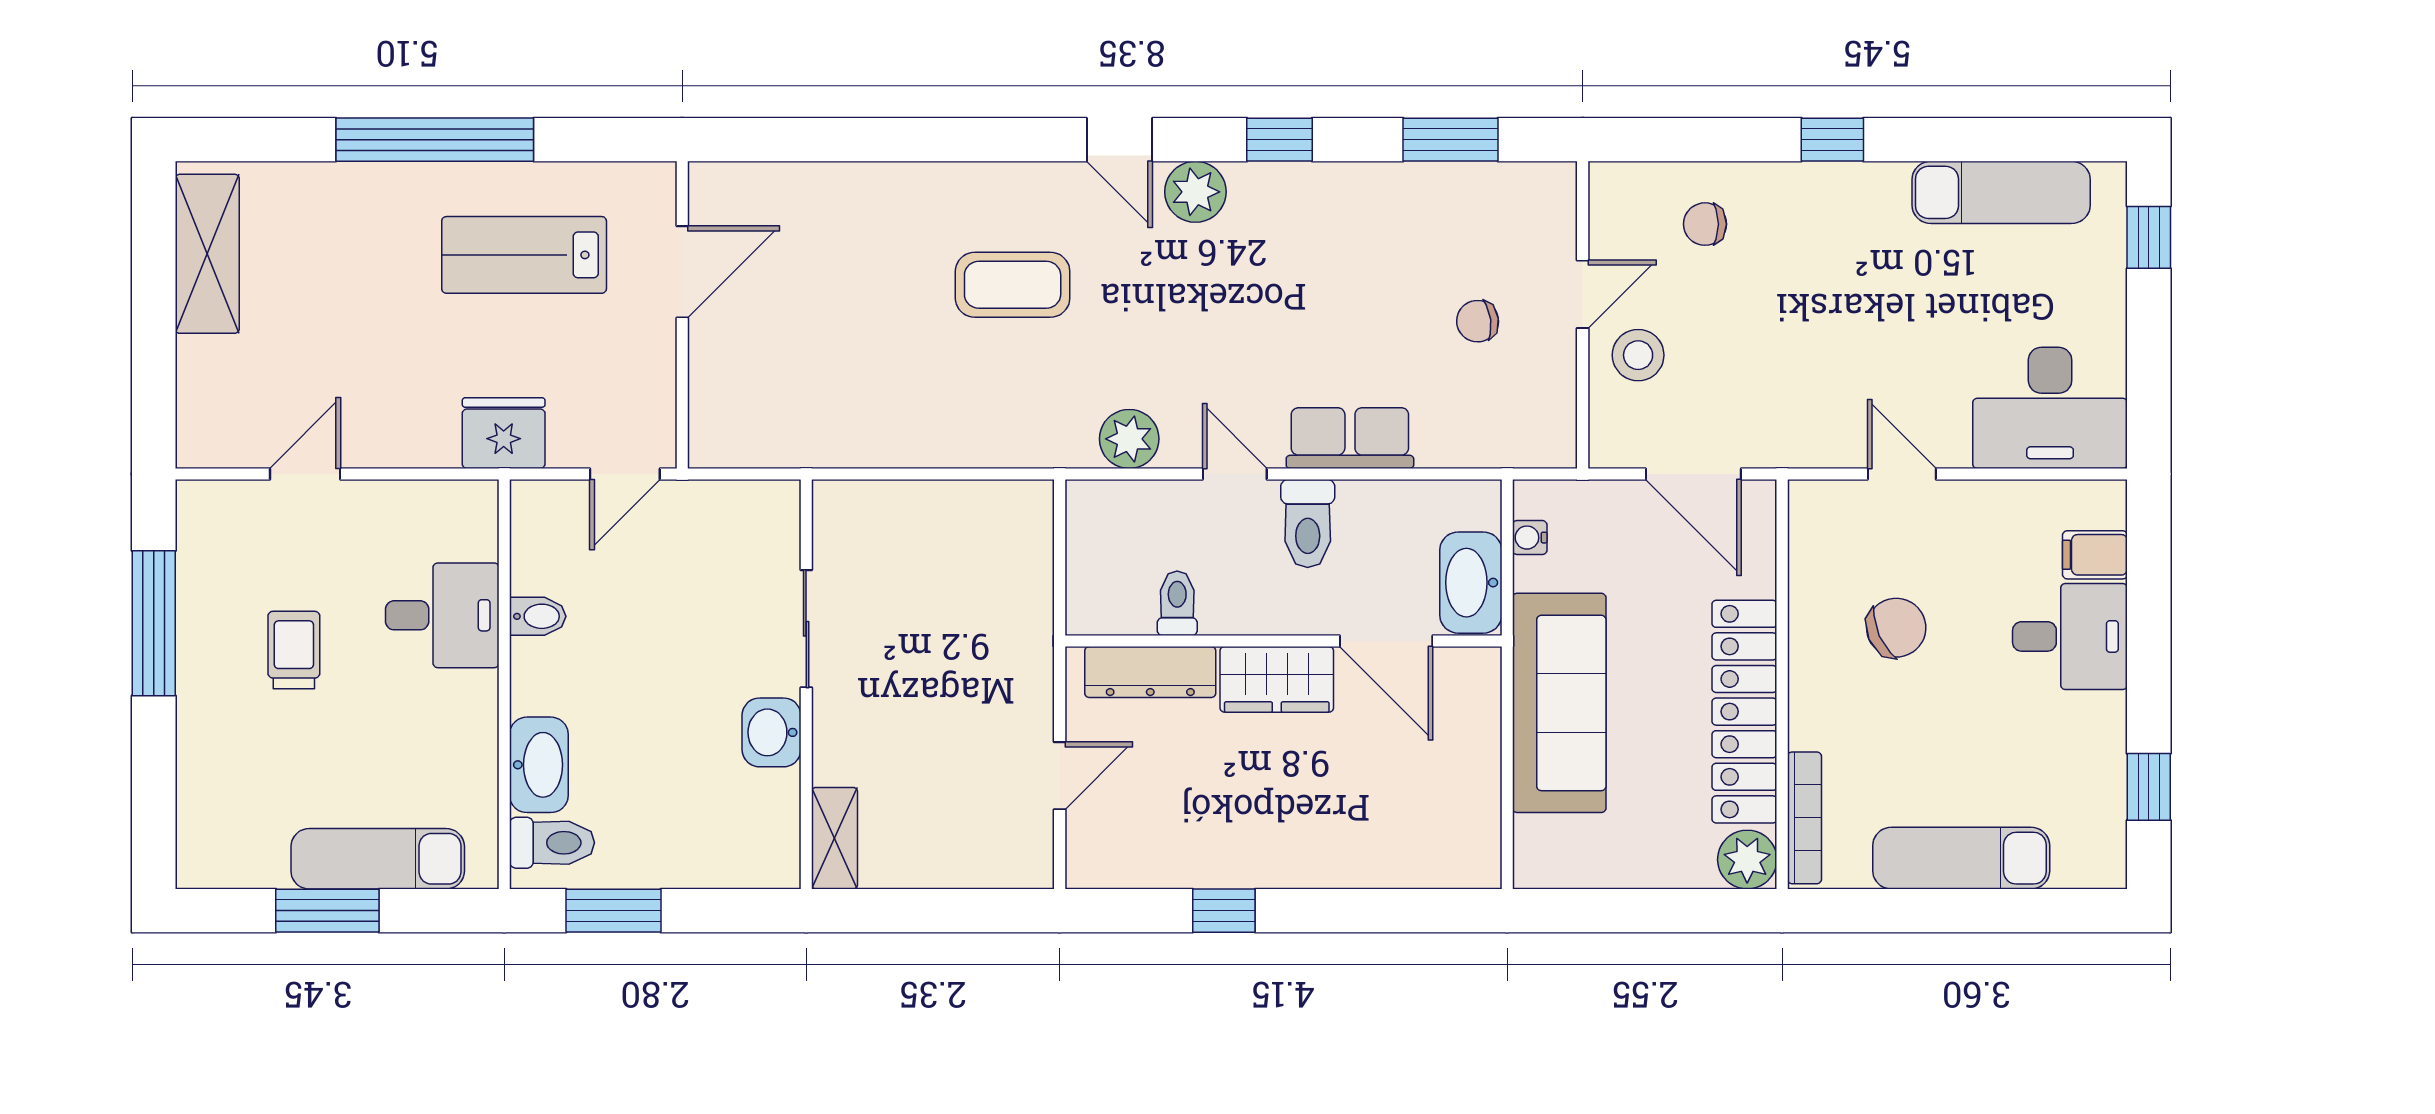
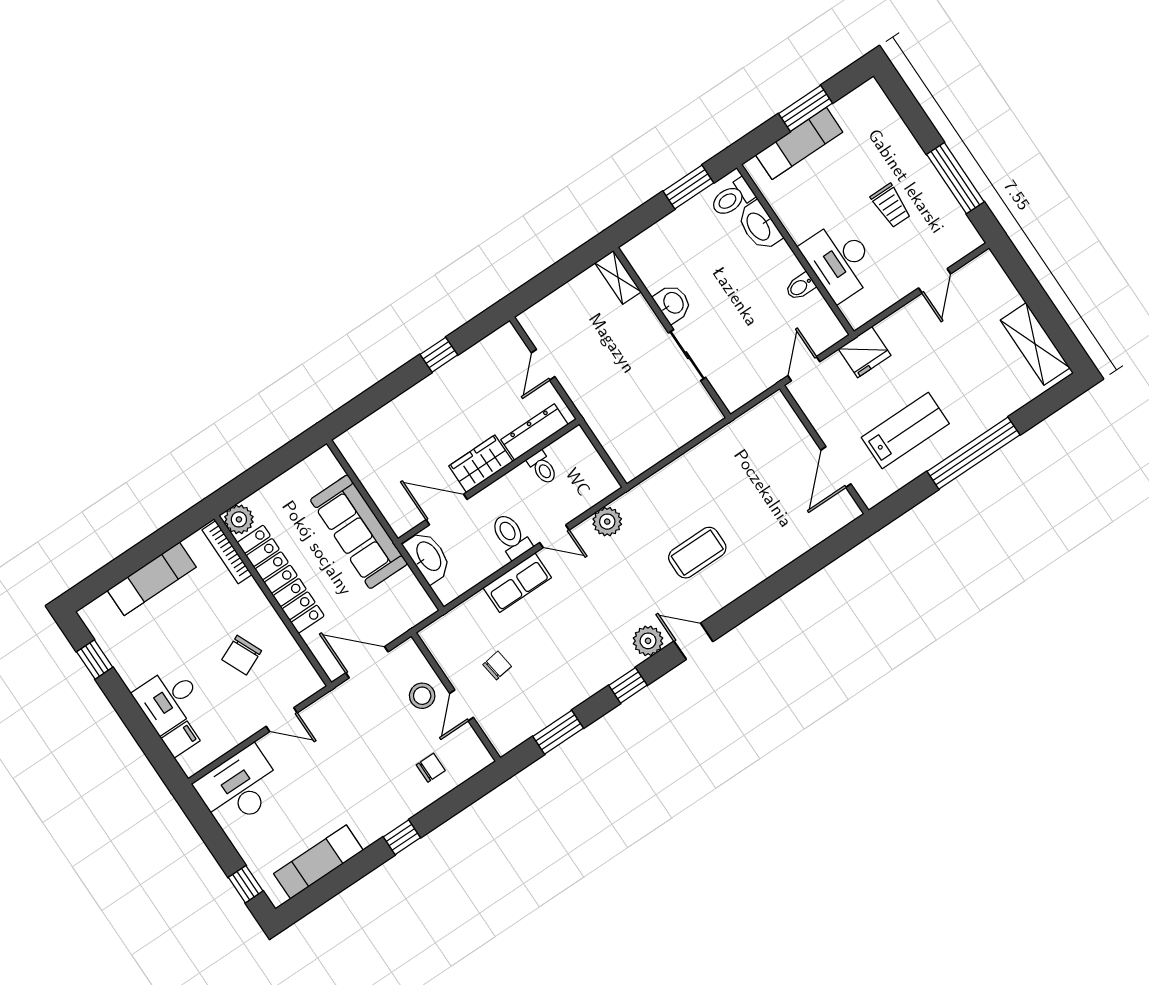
water cooler: (1530, 538) -> (416, 591), removed
desk: (442, 615) -> (840, 261), width x1.37

